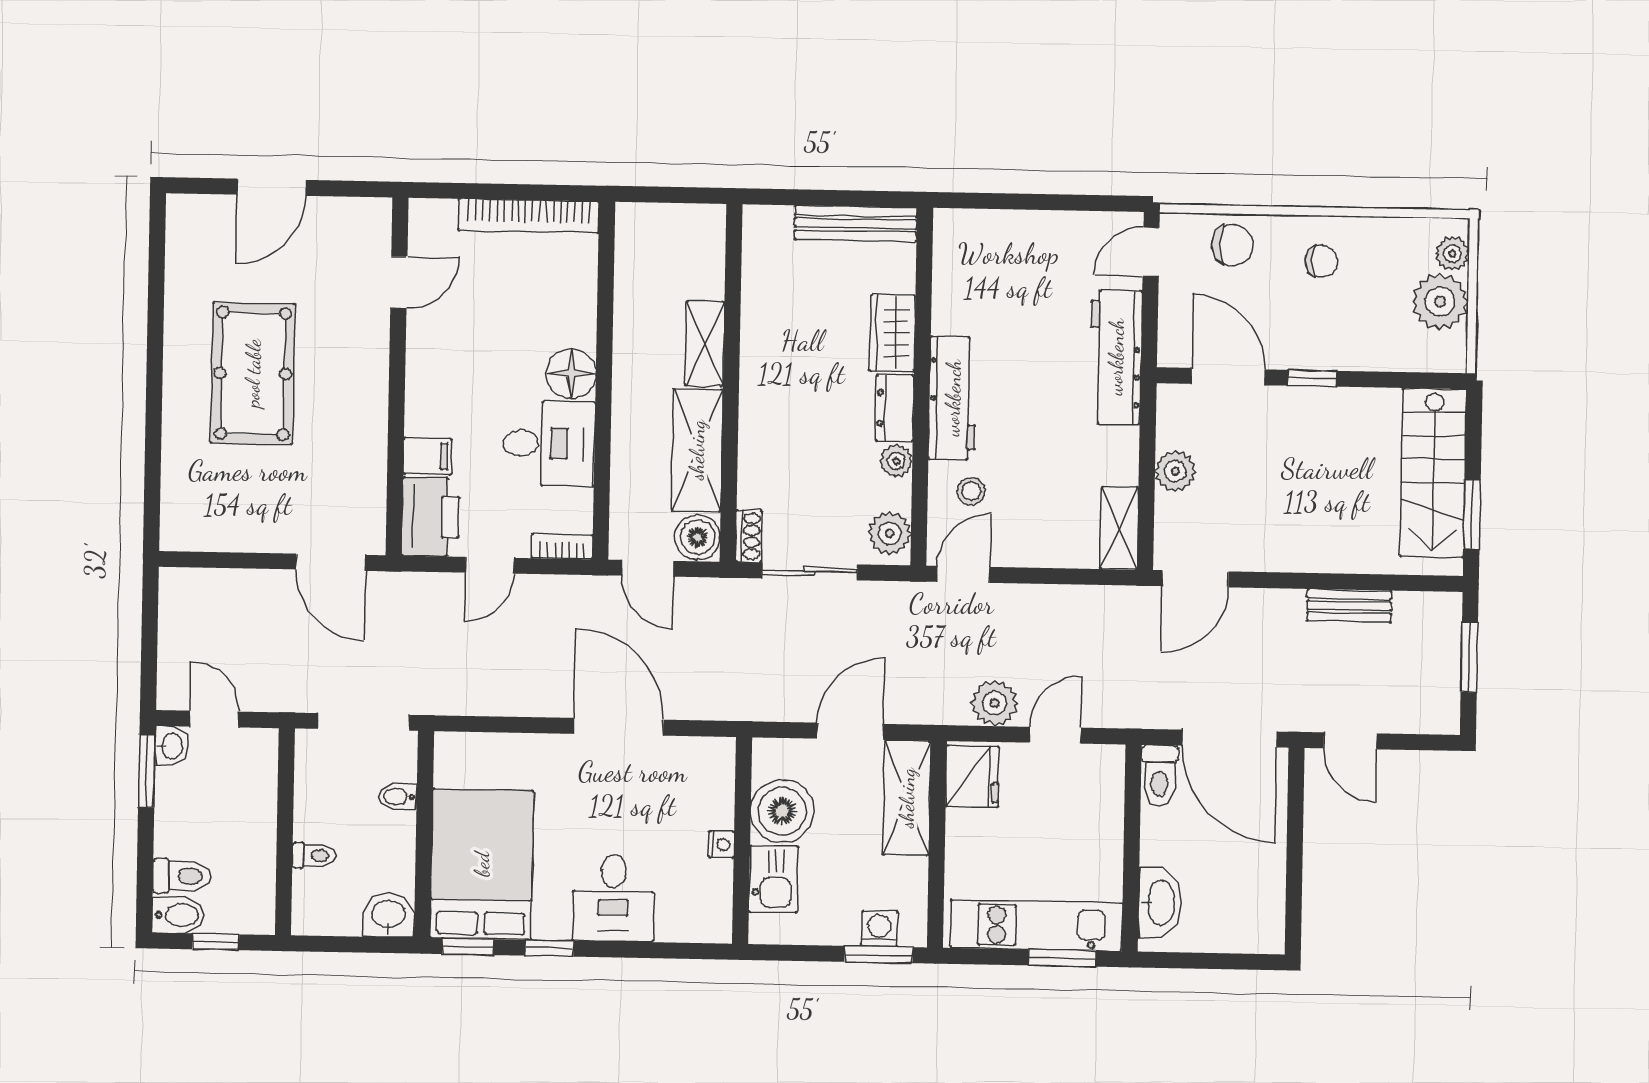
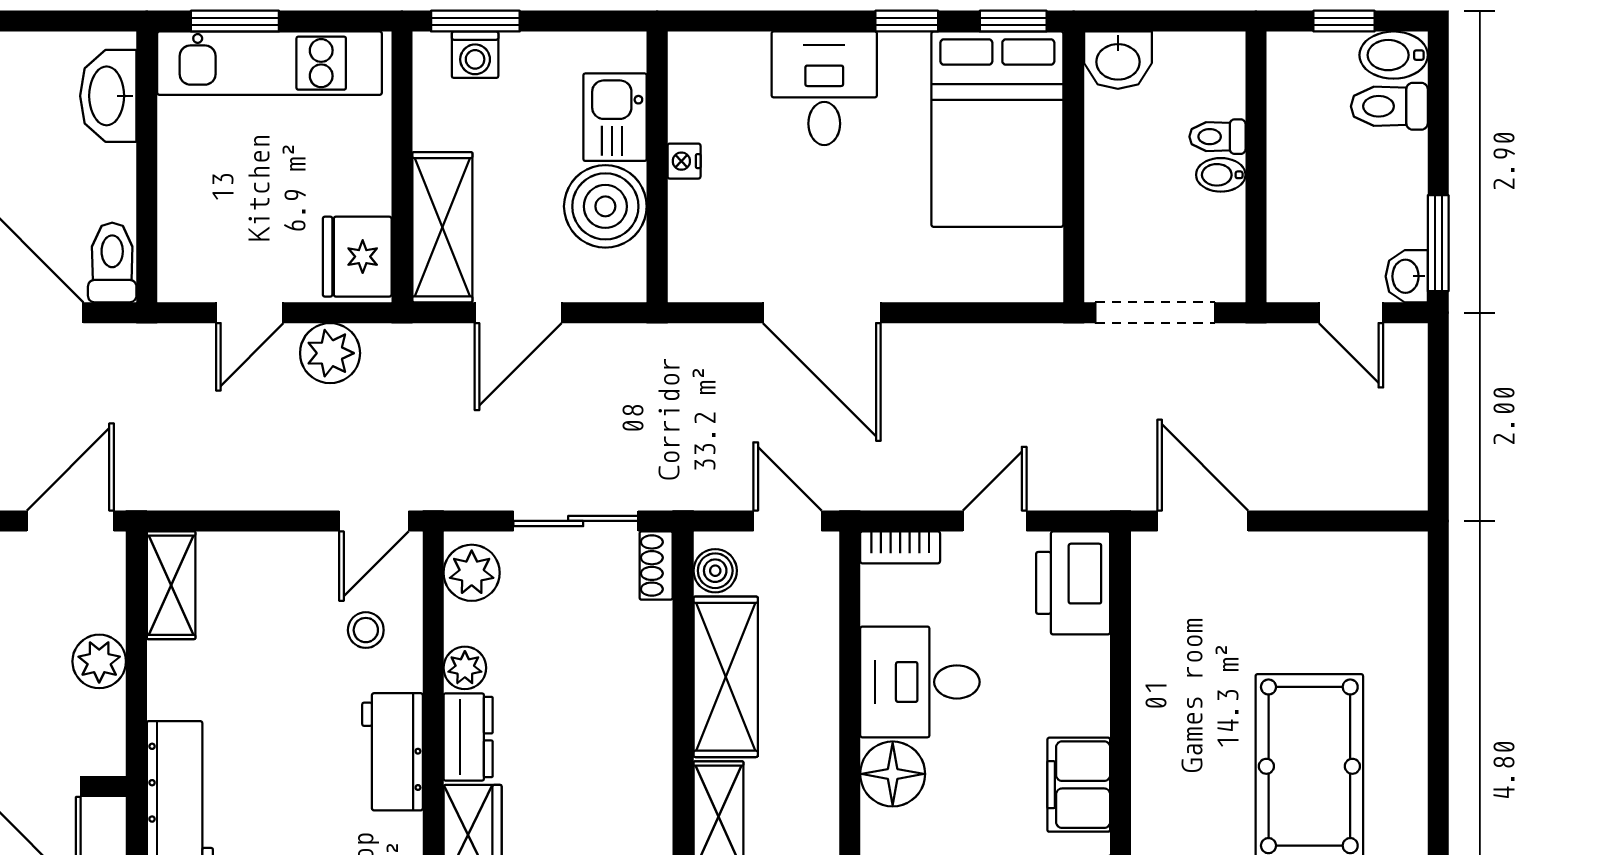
workbench: (953, 398) -> (392, 752), width x0.73
filing cabinet: (427, 456) -> (1079, 785), moved, width x2.00
boiler: (697, 537) -> (715, 571), width x0.73, depth x0.73
bidet: (398, 797) -> (1221, 175), moved, turned 180

